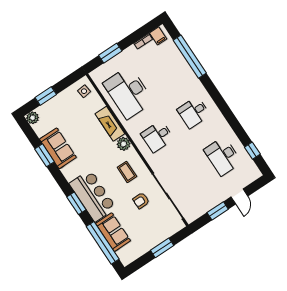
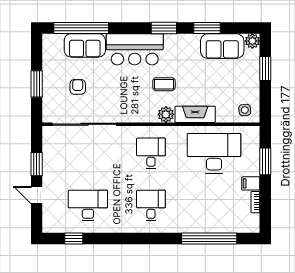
filing cabinet: (158, 36) -> (251, 183), moved
sofa: (58, 148) -> (222, 46), moved
coffee table: (127, 172) -> (164, 84), moved
armchair: (141, 201) -> (78, 87), moved
window: (76, 203) -> (164, 28), moved

